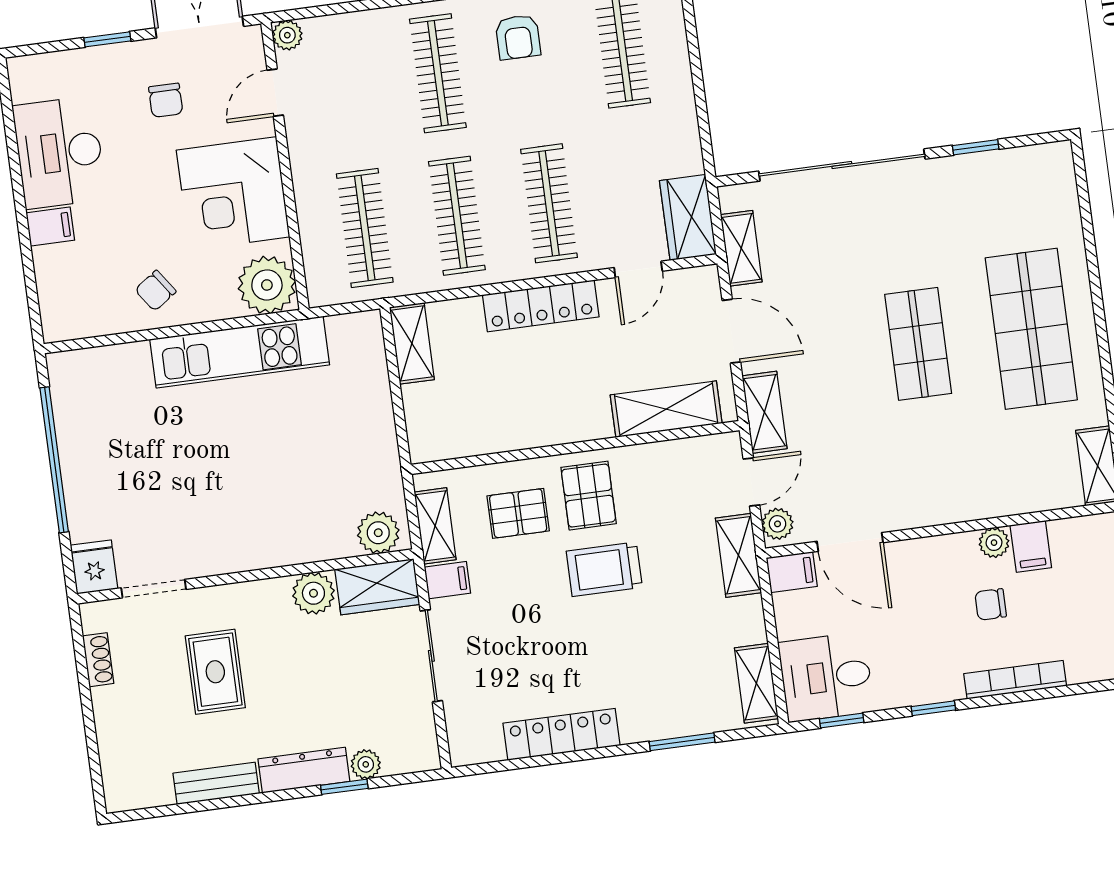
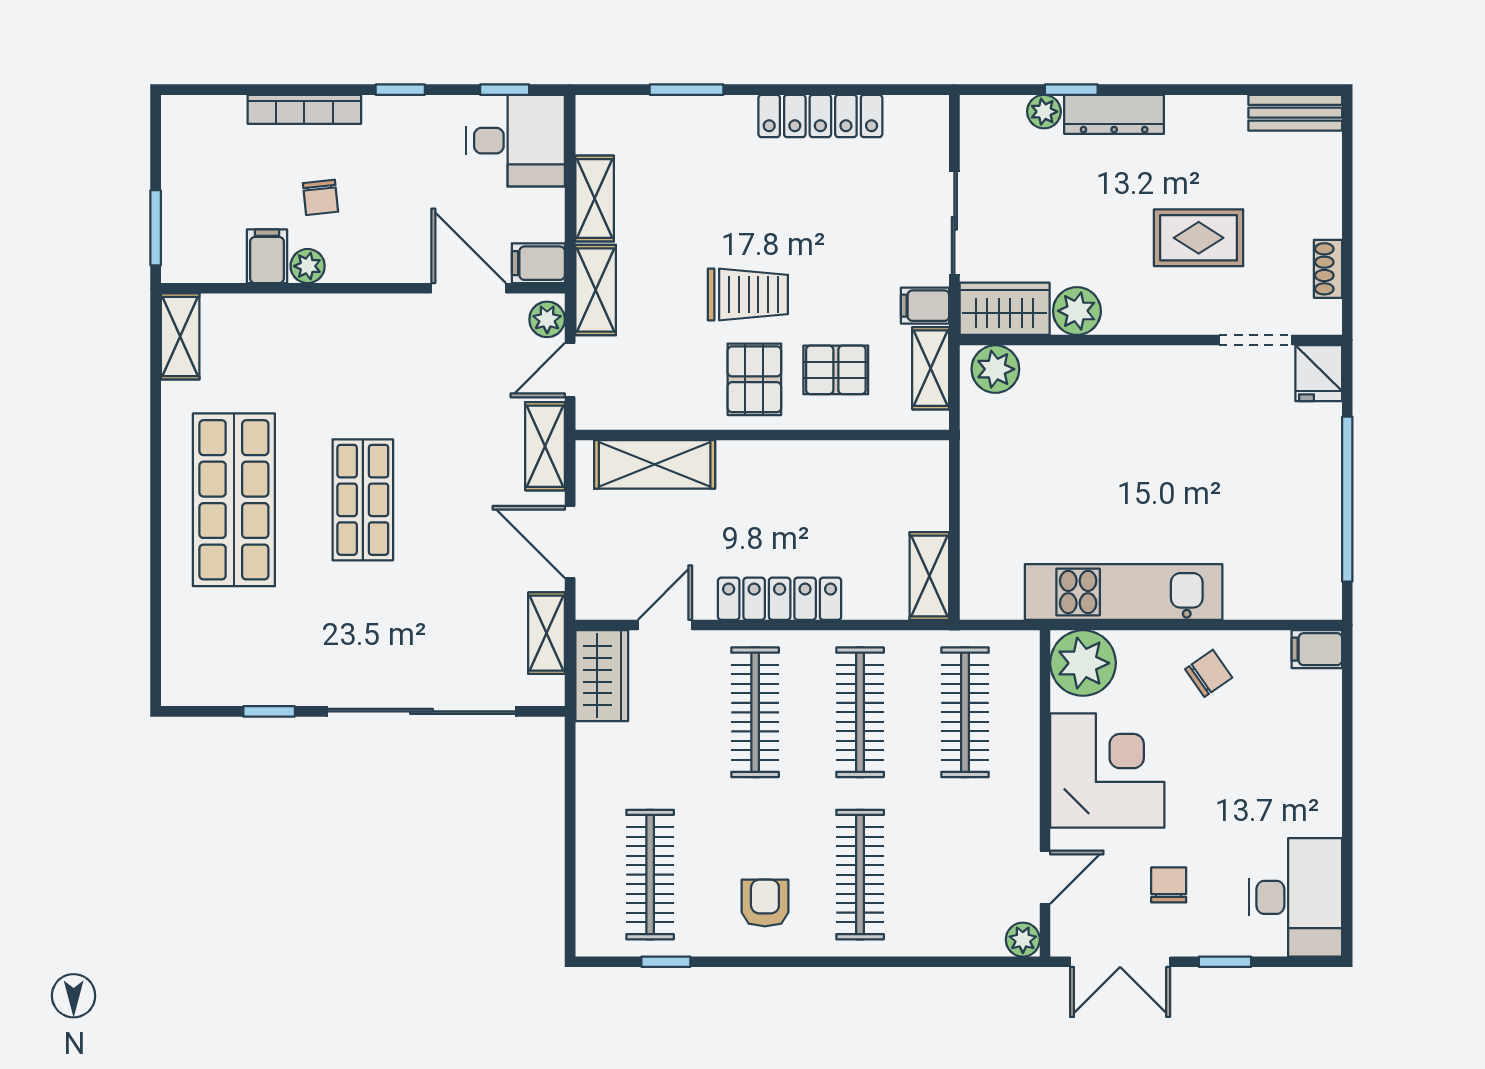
desk: (59, 152) -> (1296, 897), moved
filing cabinet: (50, 227) -> (1317, 649), moved
chair: (991, 604) -> (321, 197), turned 84
rug: (215, 672) -> (1199, 238), turned 90
shelving: (756, 683) -> (595, 199), moved
bench: (216, 783) -> (1295, 113), moved

